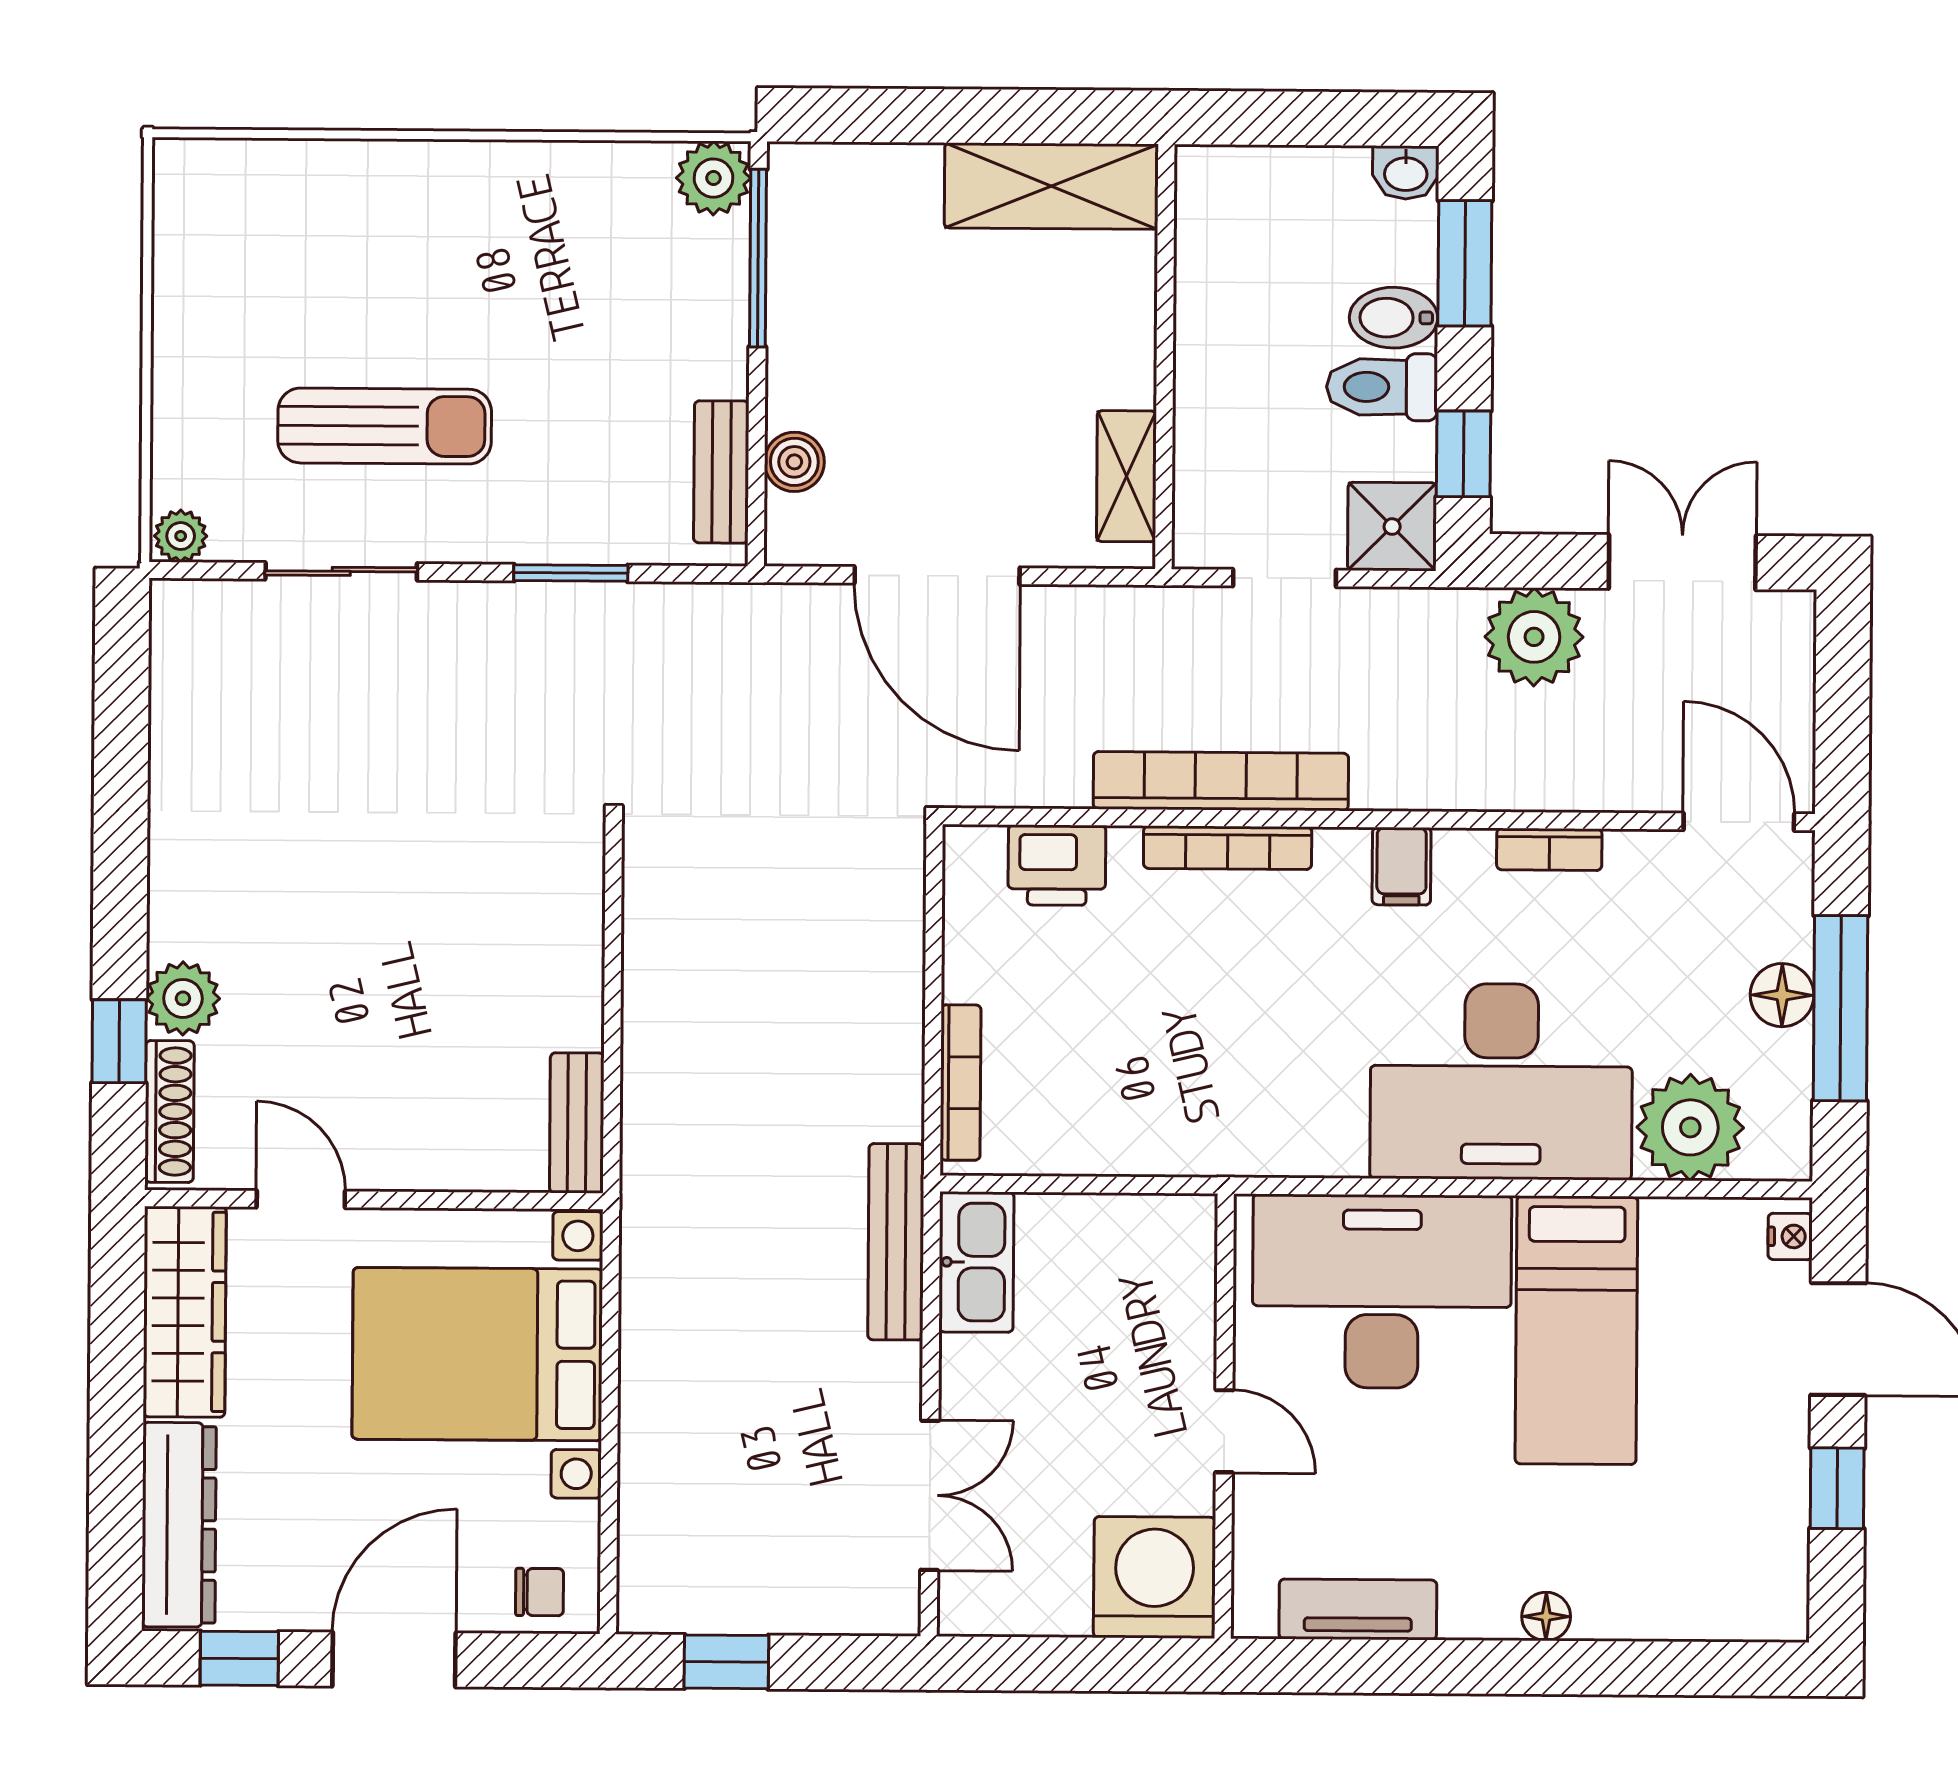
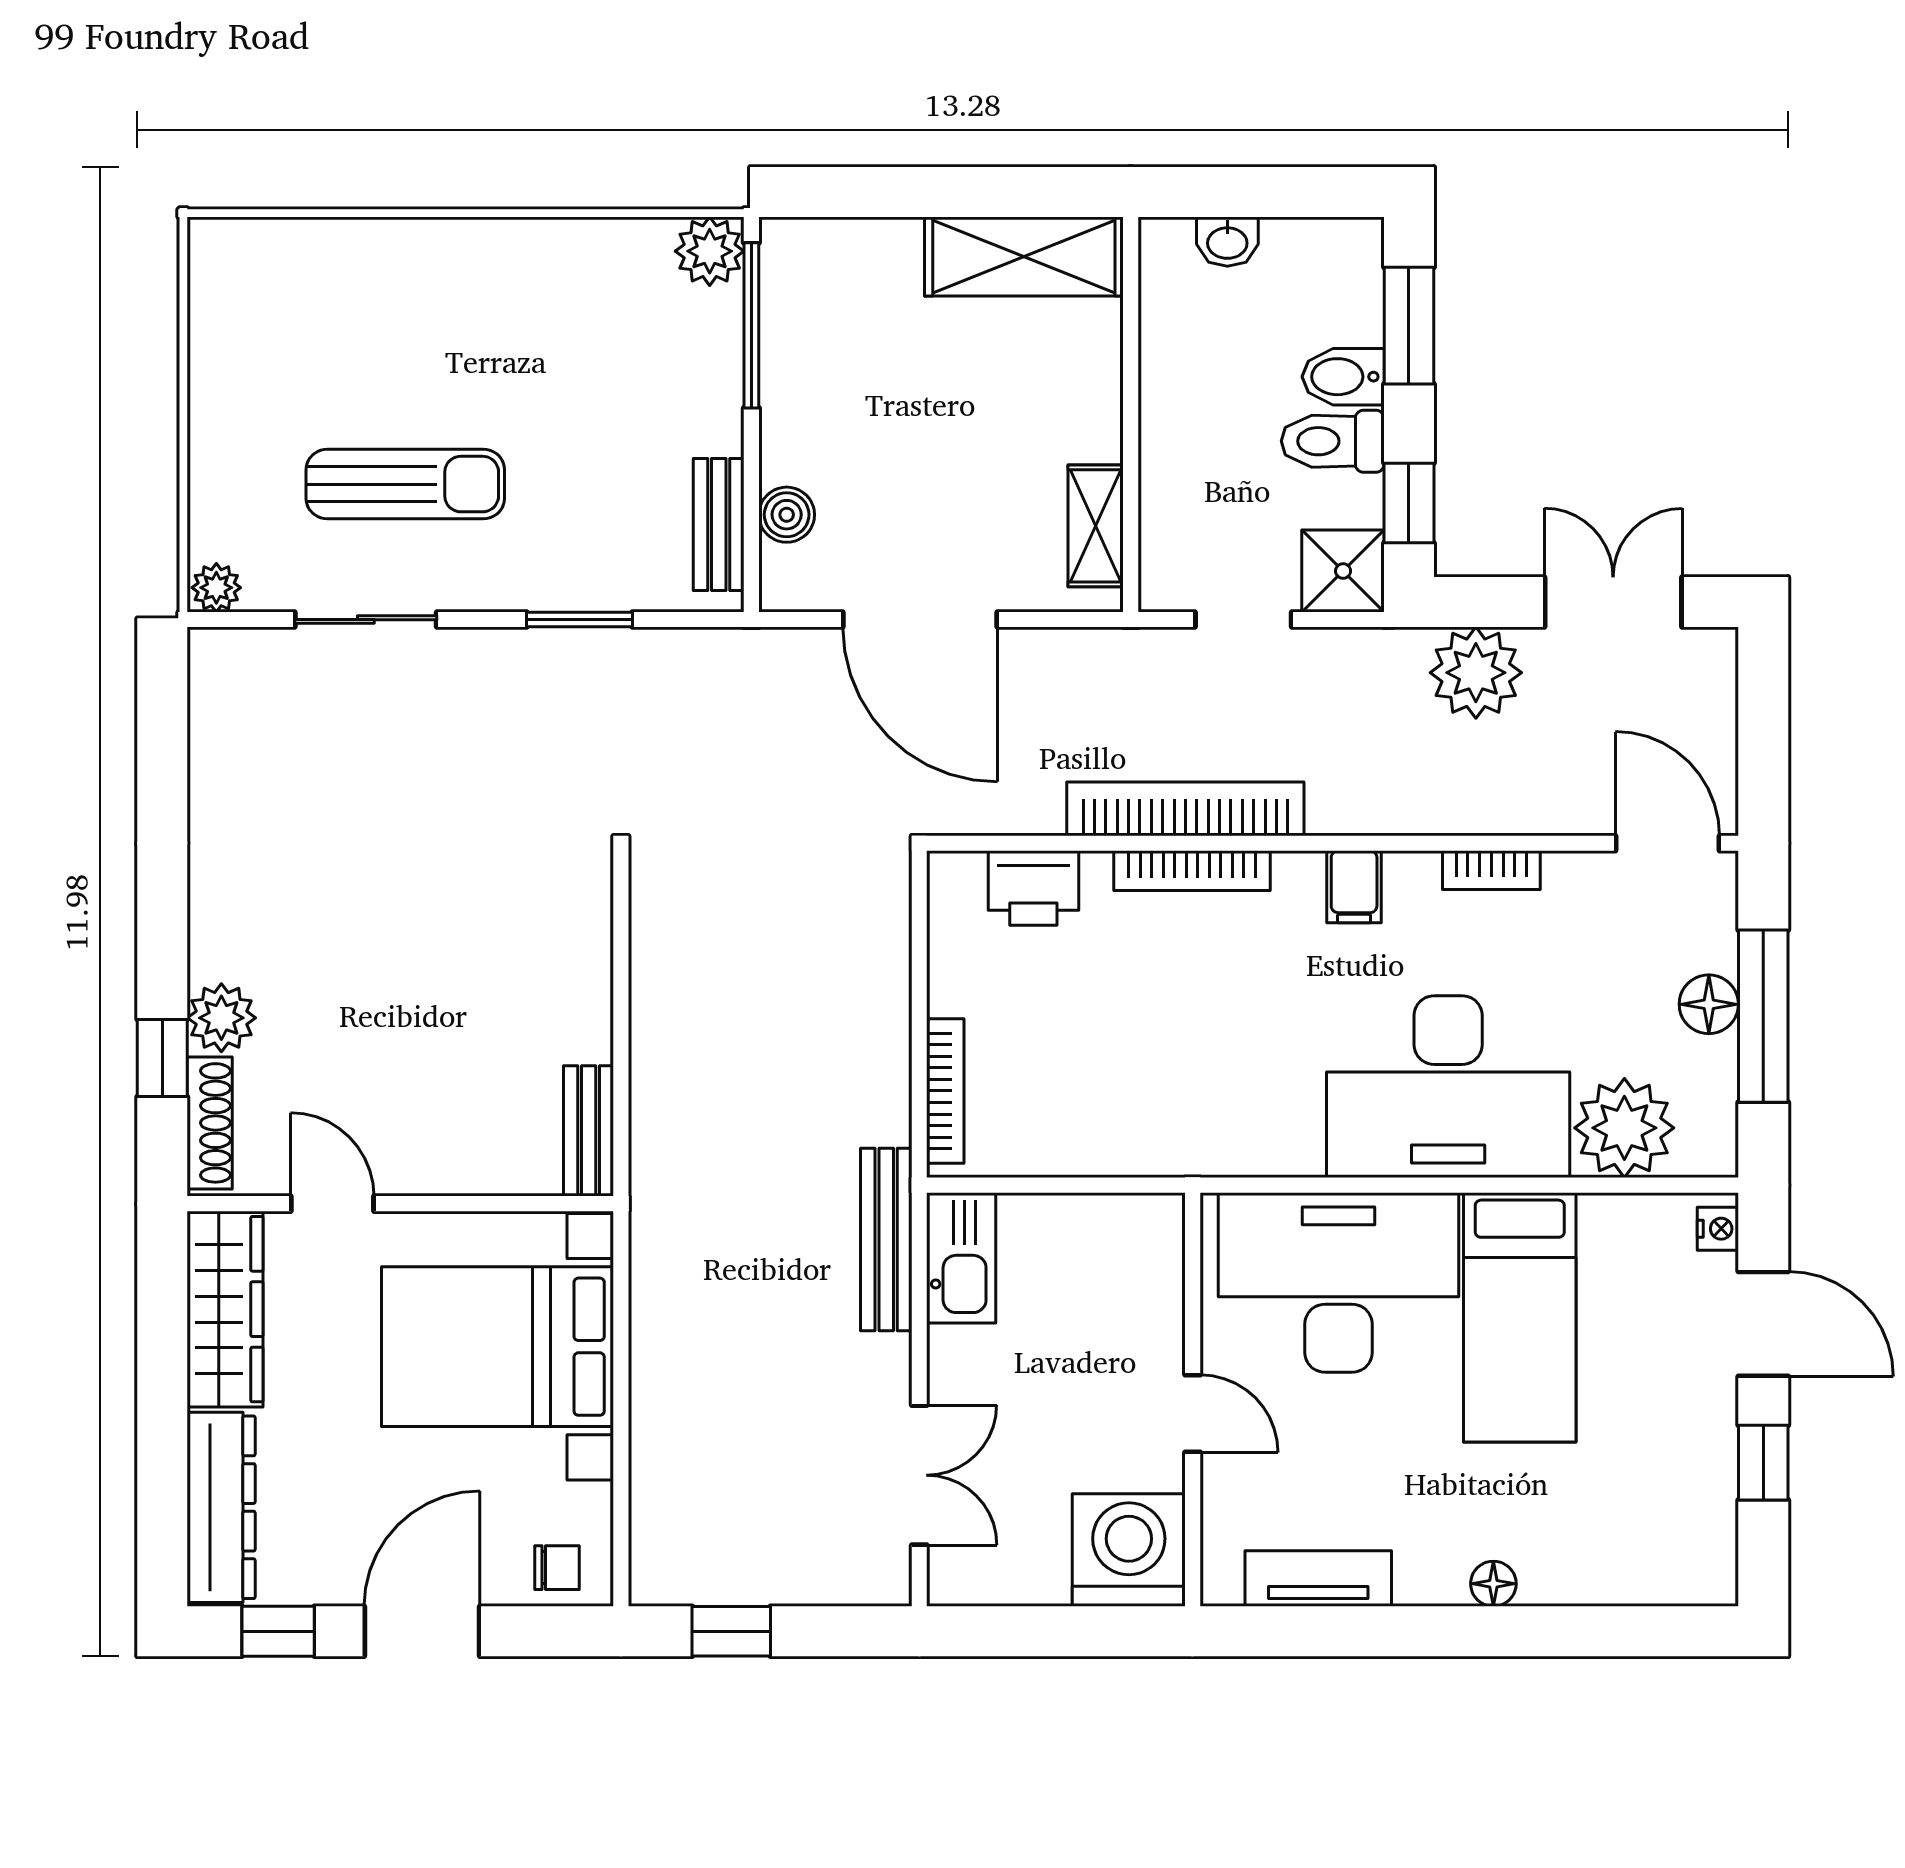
washbasin: (1406, 173) -> (1227, 242), moved

